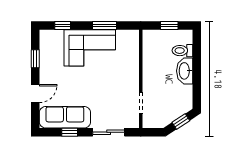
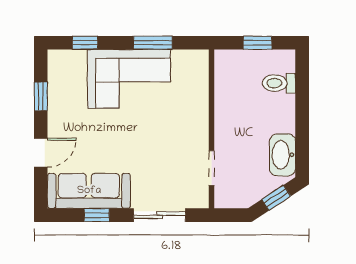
washbasin: (185, 71) -> (283, 155), moved

